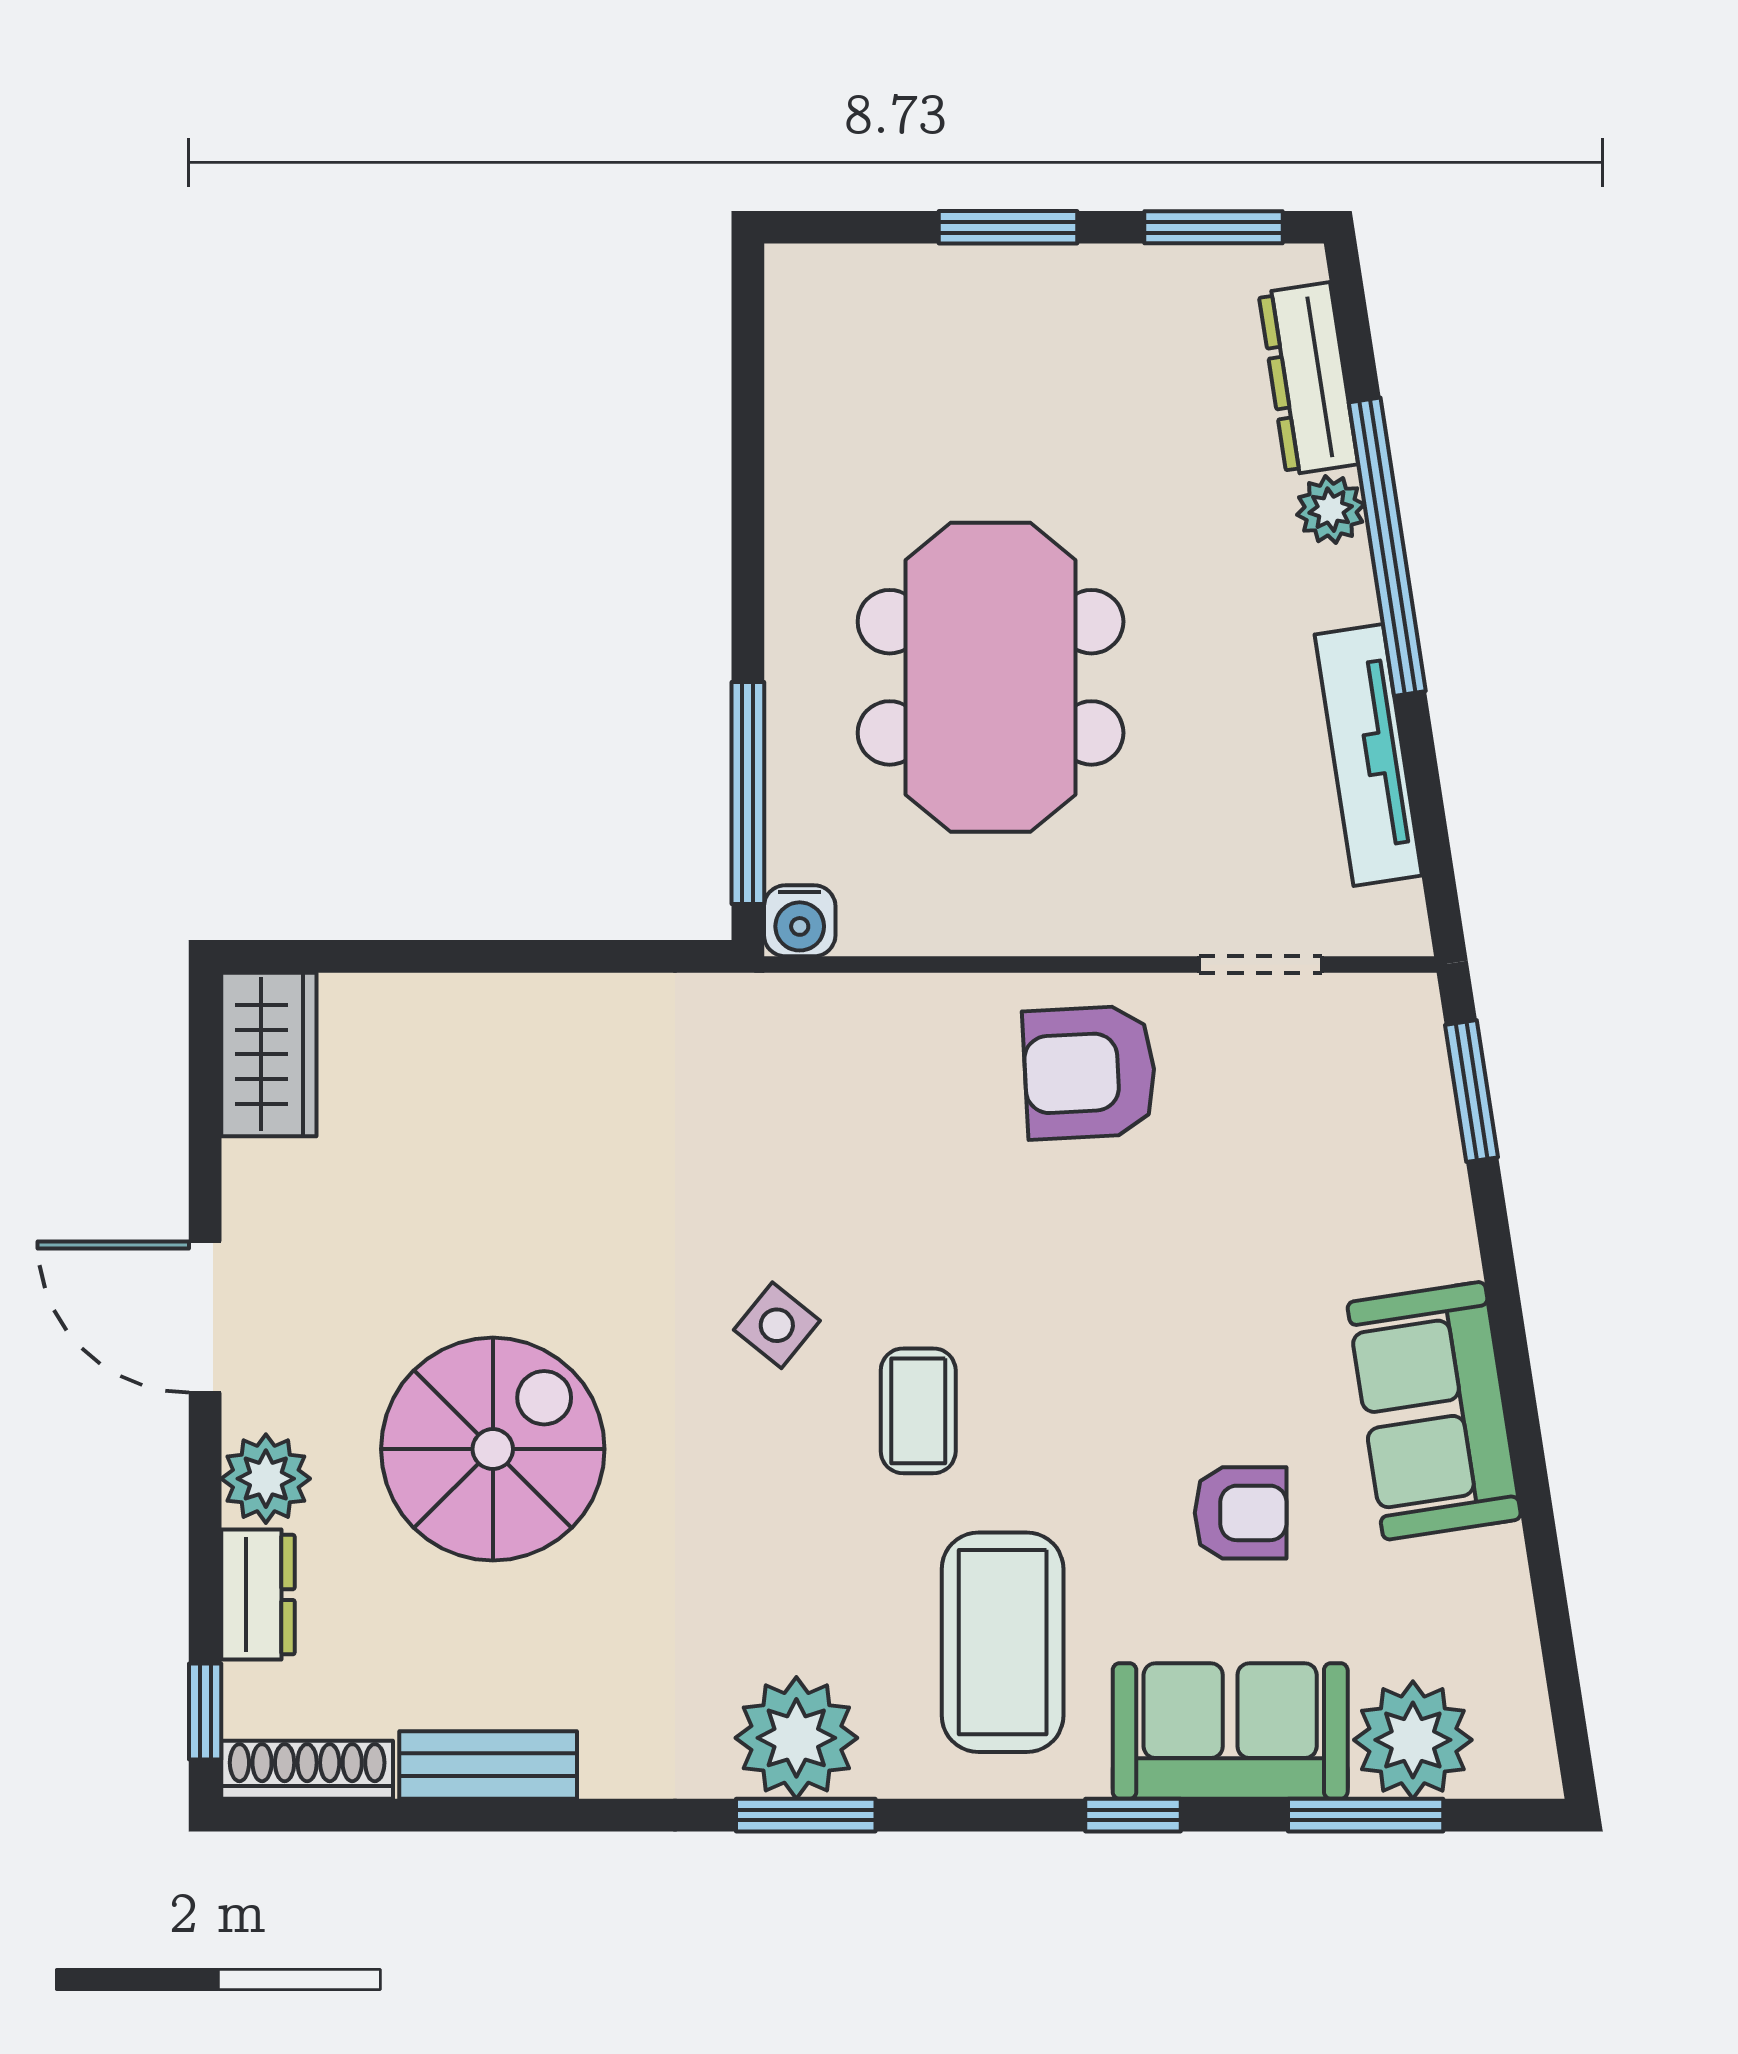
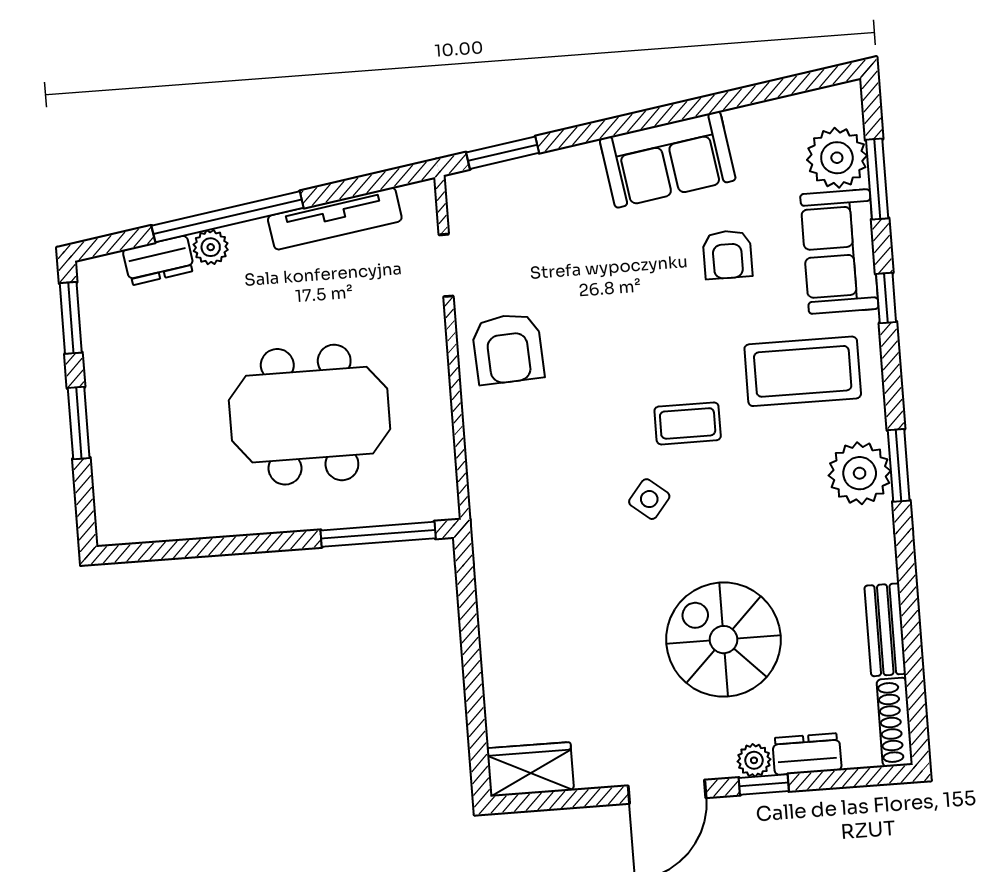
dresser: (1308, 379) -> (159, 260), width x0.70
water cooler: (800, 921) -> (441, 503), removed
plant: (266, 1479) -> (754, 760), width x0.73, depth x0.73
armchair: (1241, 1513) -> (727, 255), turned 180
window: (205, 1712) -> (764, 785), moved

